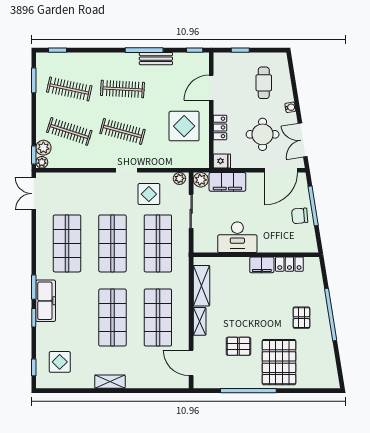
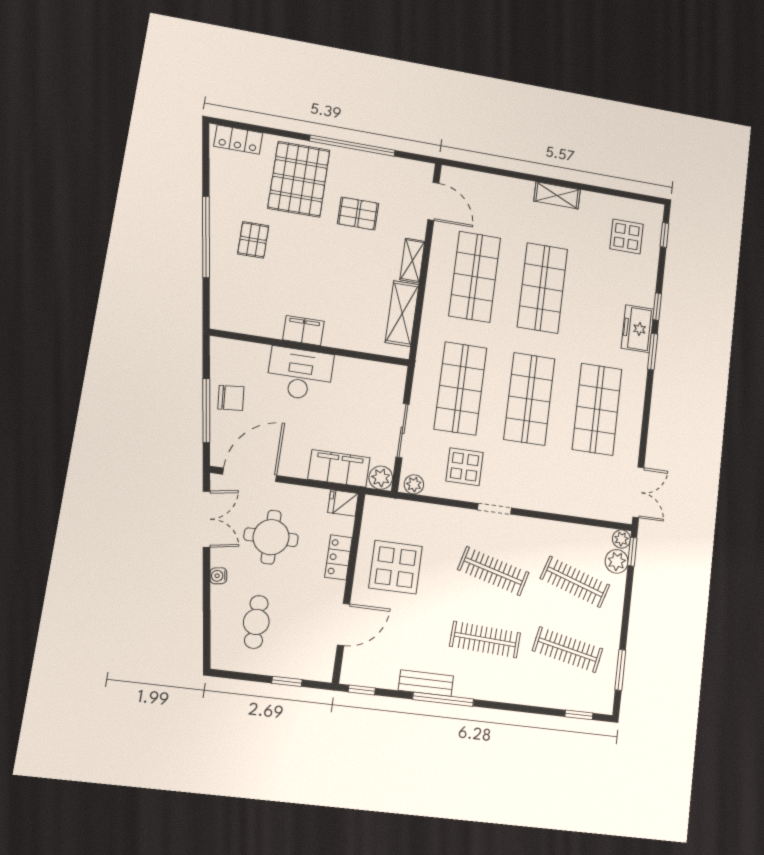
desk: (237, 237) -> (300, 374), moved
locker: (289, 264) -> (238, 140), moved, turned 180
freezer: (46, 301) -> (638, 329), width x0.71

